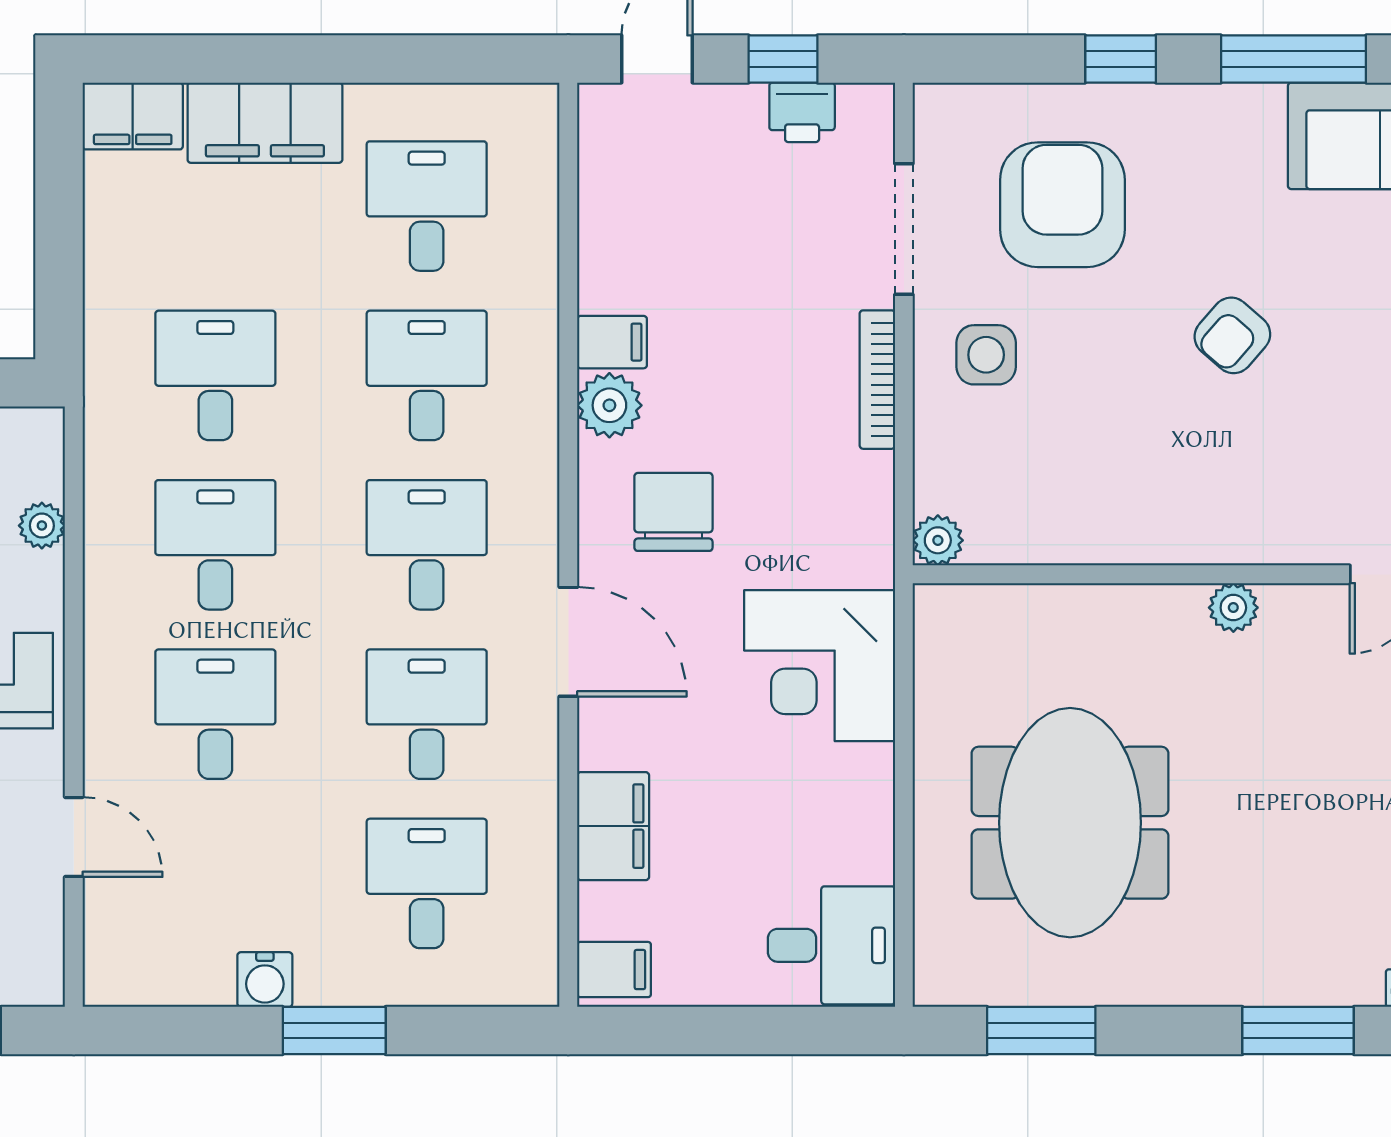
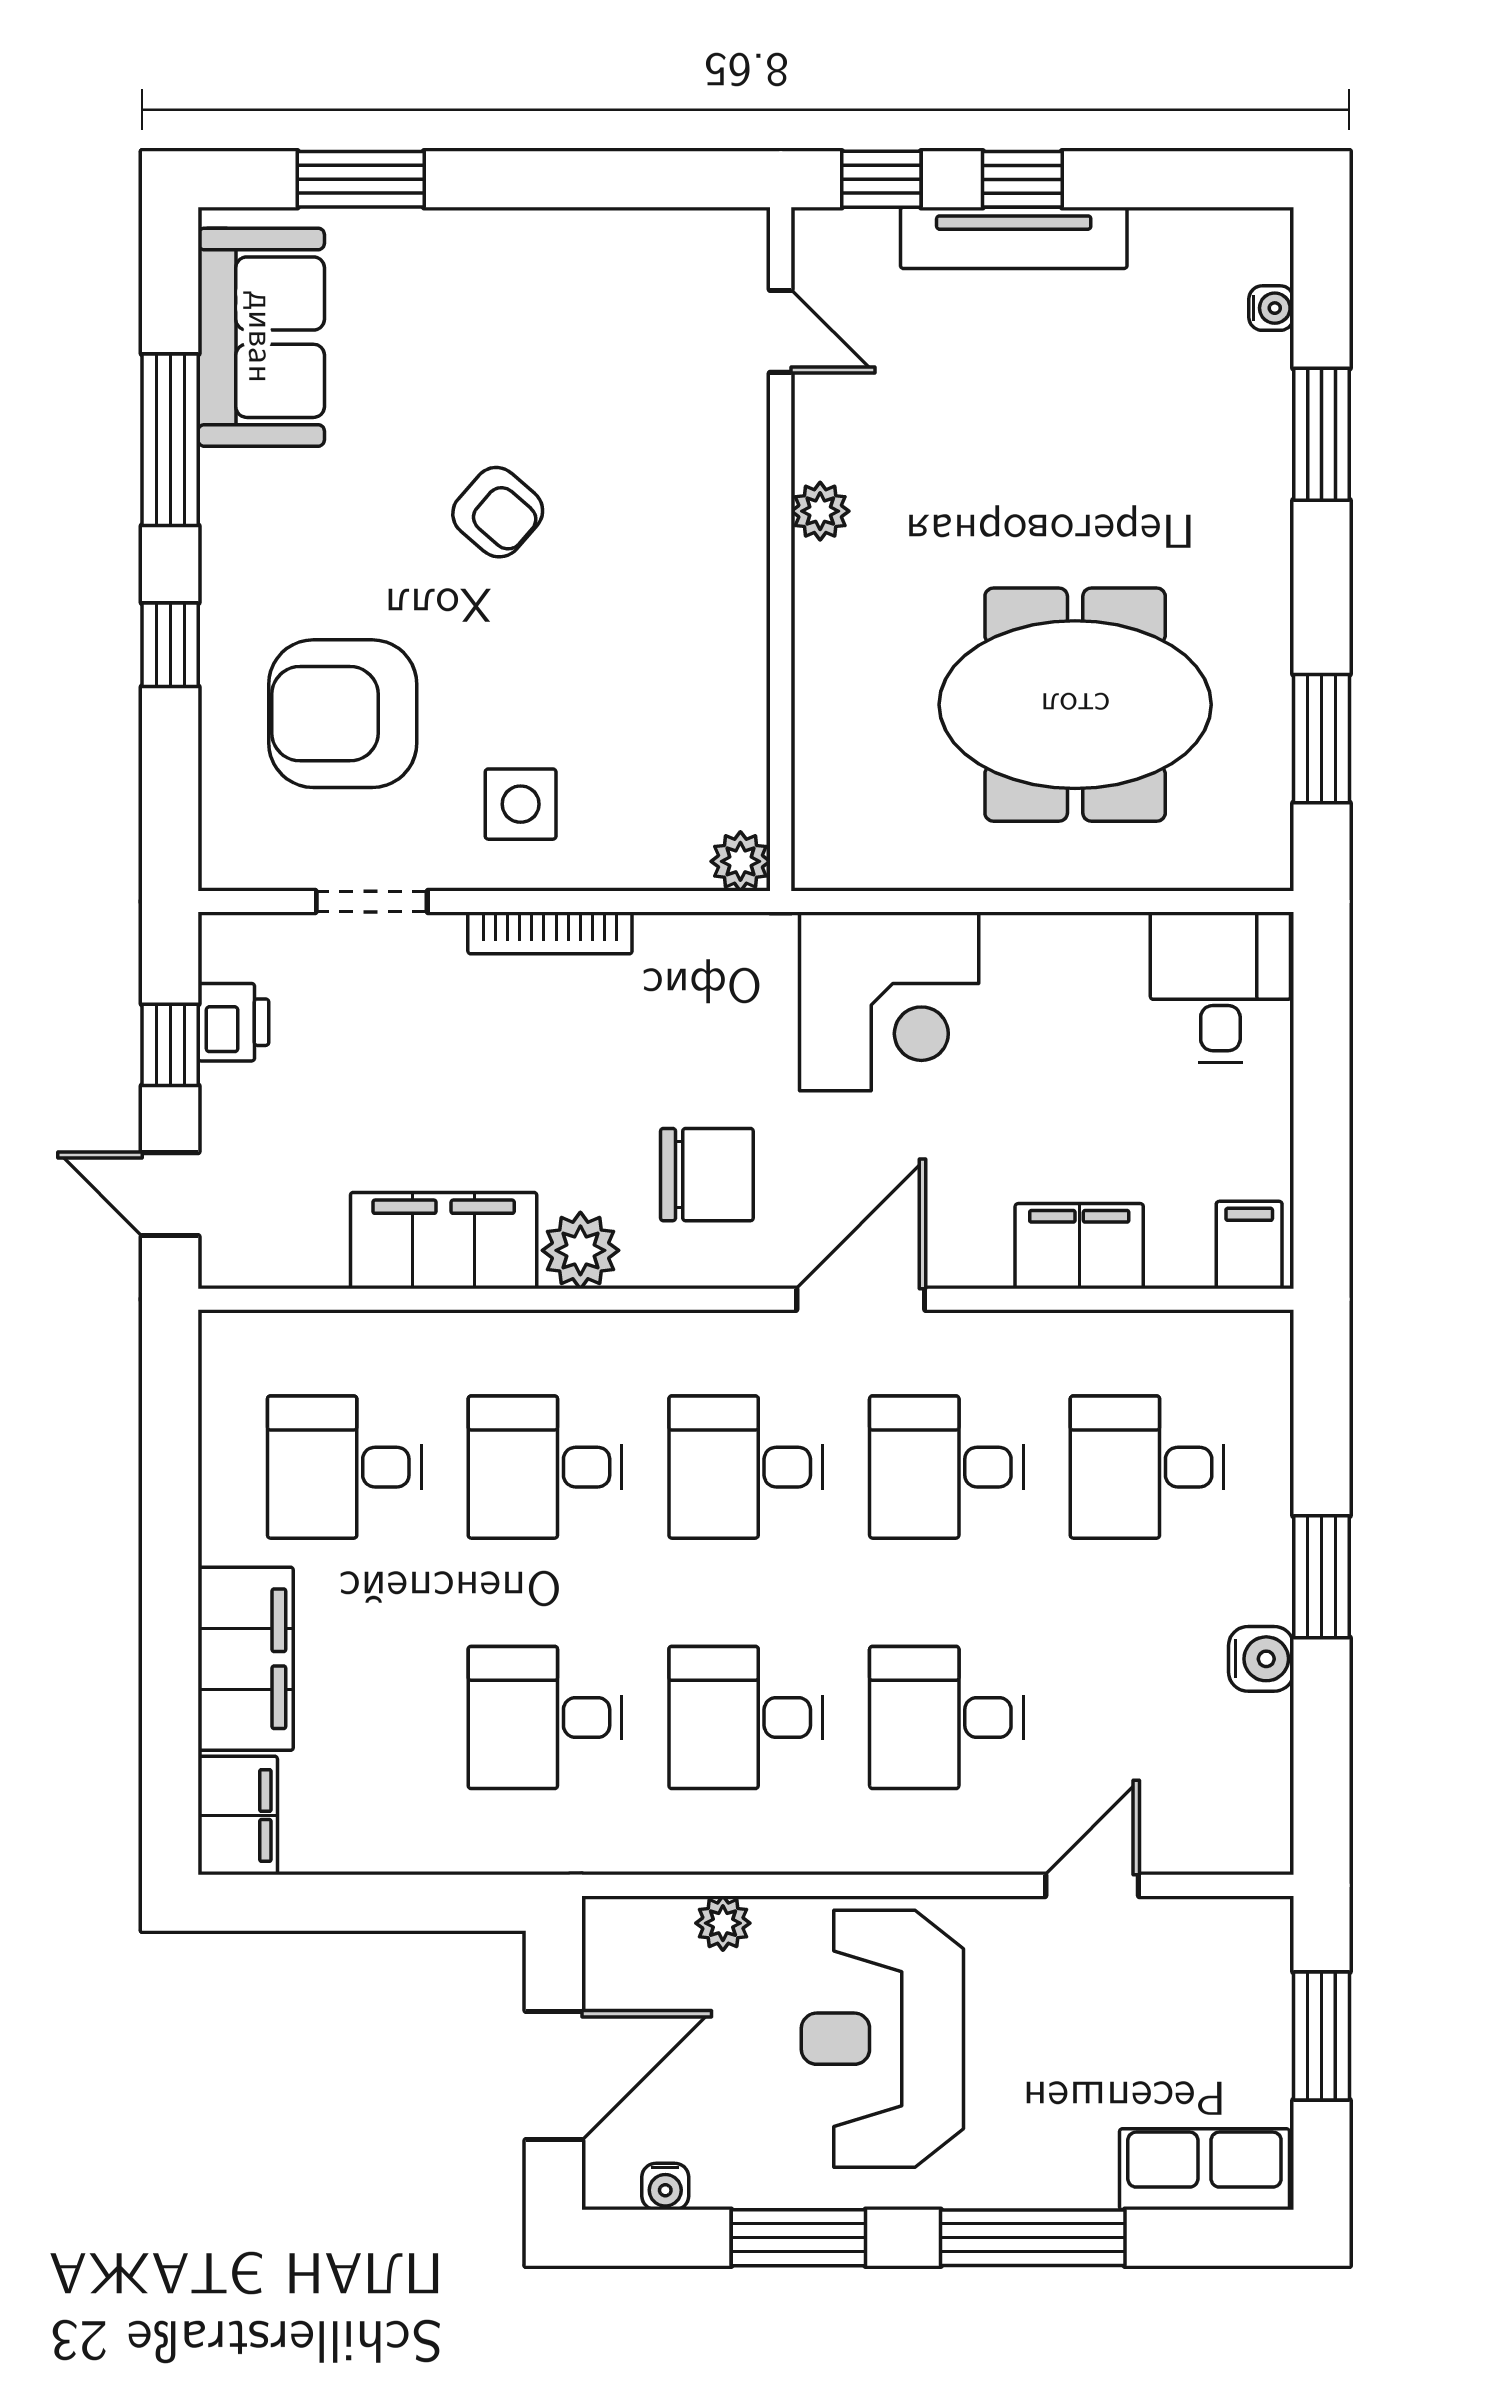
doorway: (904, 229) -> (372, 901), width x0.73
filing cabinet: (612, 342) -> (444, 1241), width x3.00, depth x1.17
chair: (673, 512) -> (707, 1175), turned 180

